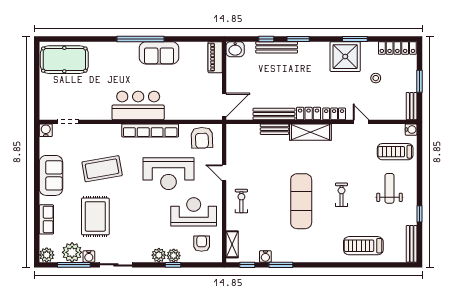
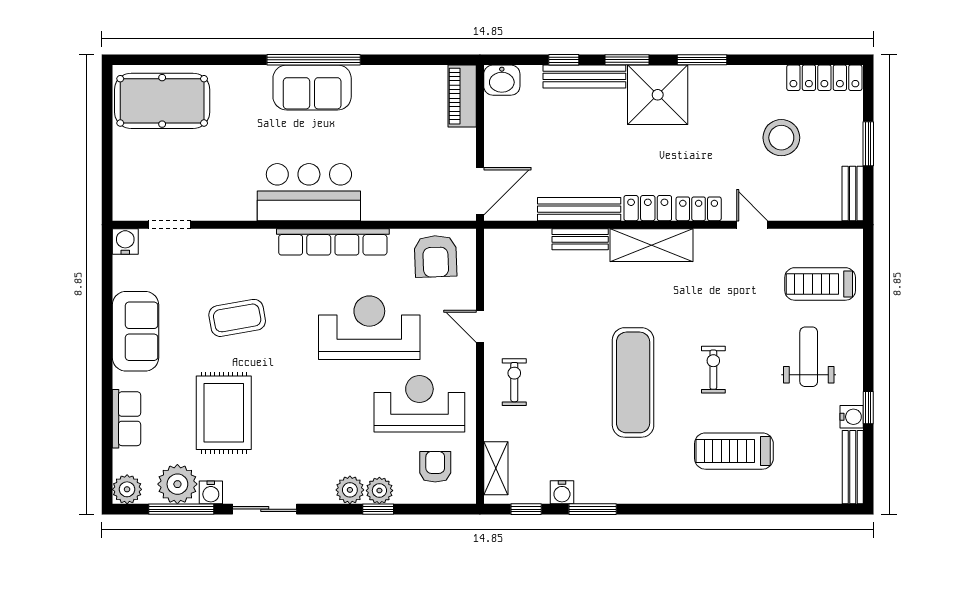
window: (355, 39) -> (702, 60), moved
sofa: (159, 53) -> (312, 87), moved
shower: (345, 57) -> (658, 95), moved
stool: (376, 78) -> (781, 138), width x1.89, depth x1.89
water cooler: (411, 130) -> (852, 417), moved
coffee table: (102, 169) -> (237, 318), width x0.73, depth x0.76
reception desk: (169, 174) -> (369, 328), turned 180
treadmill: (363, 246) -> (734, 451), moved

